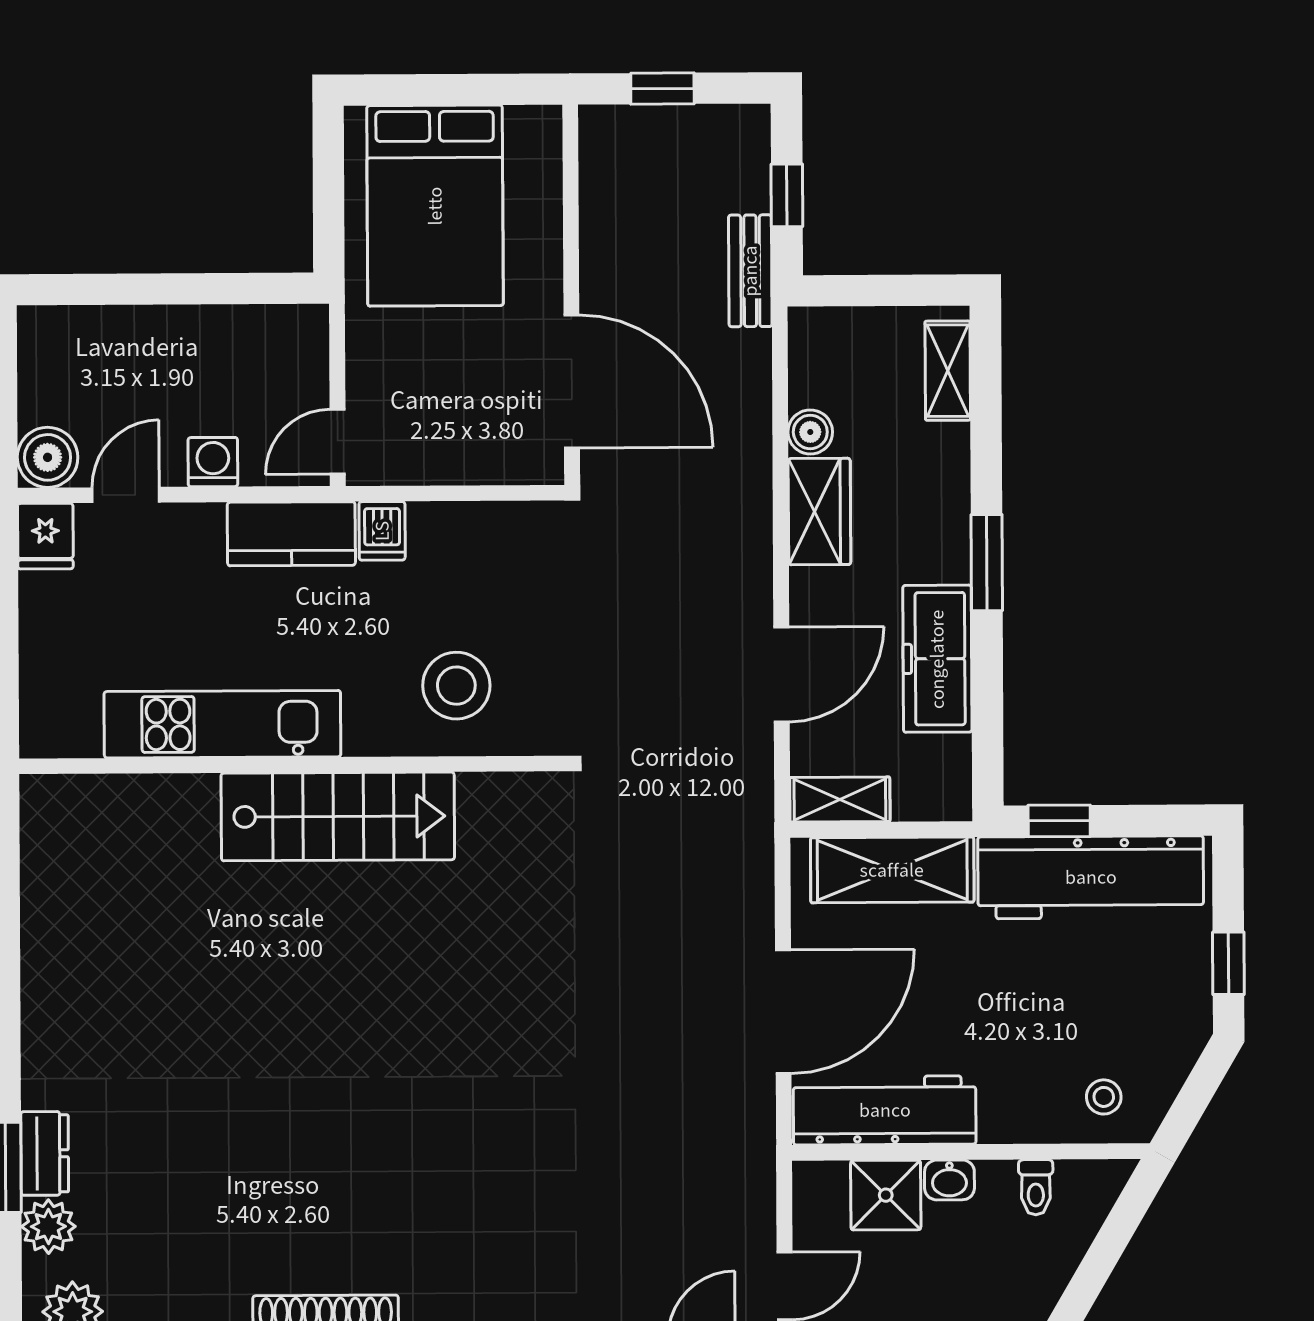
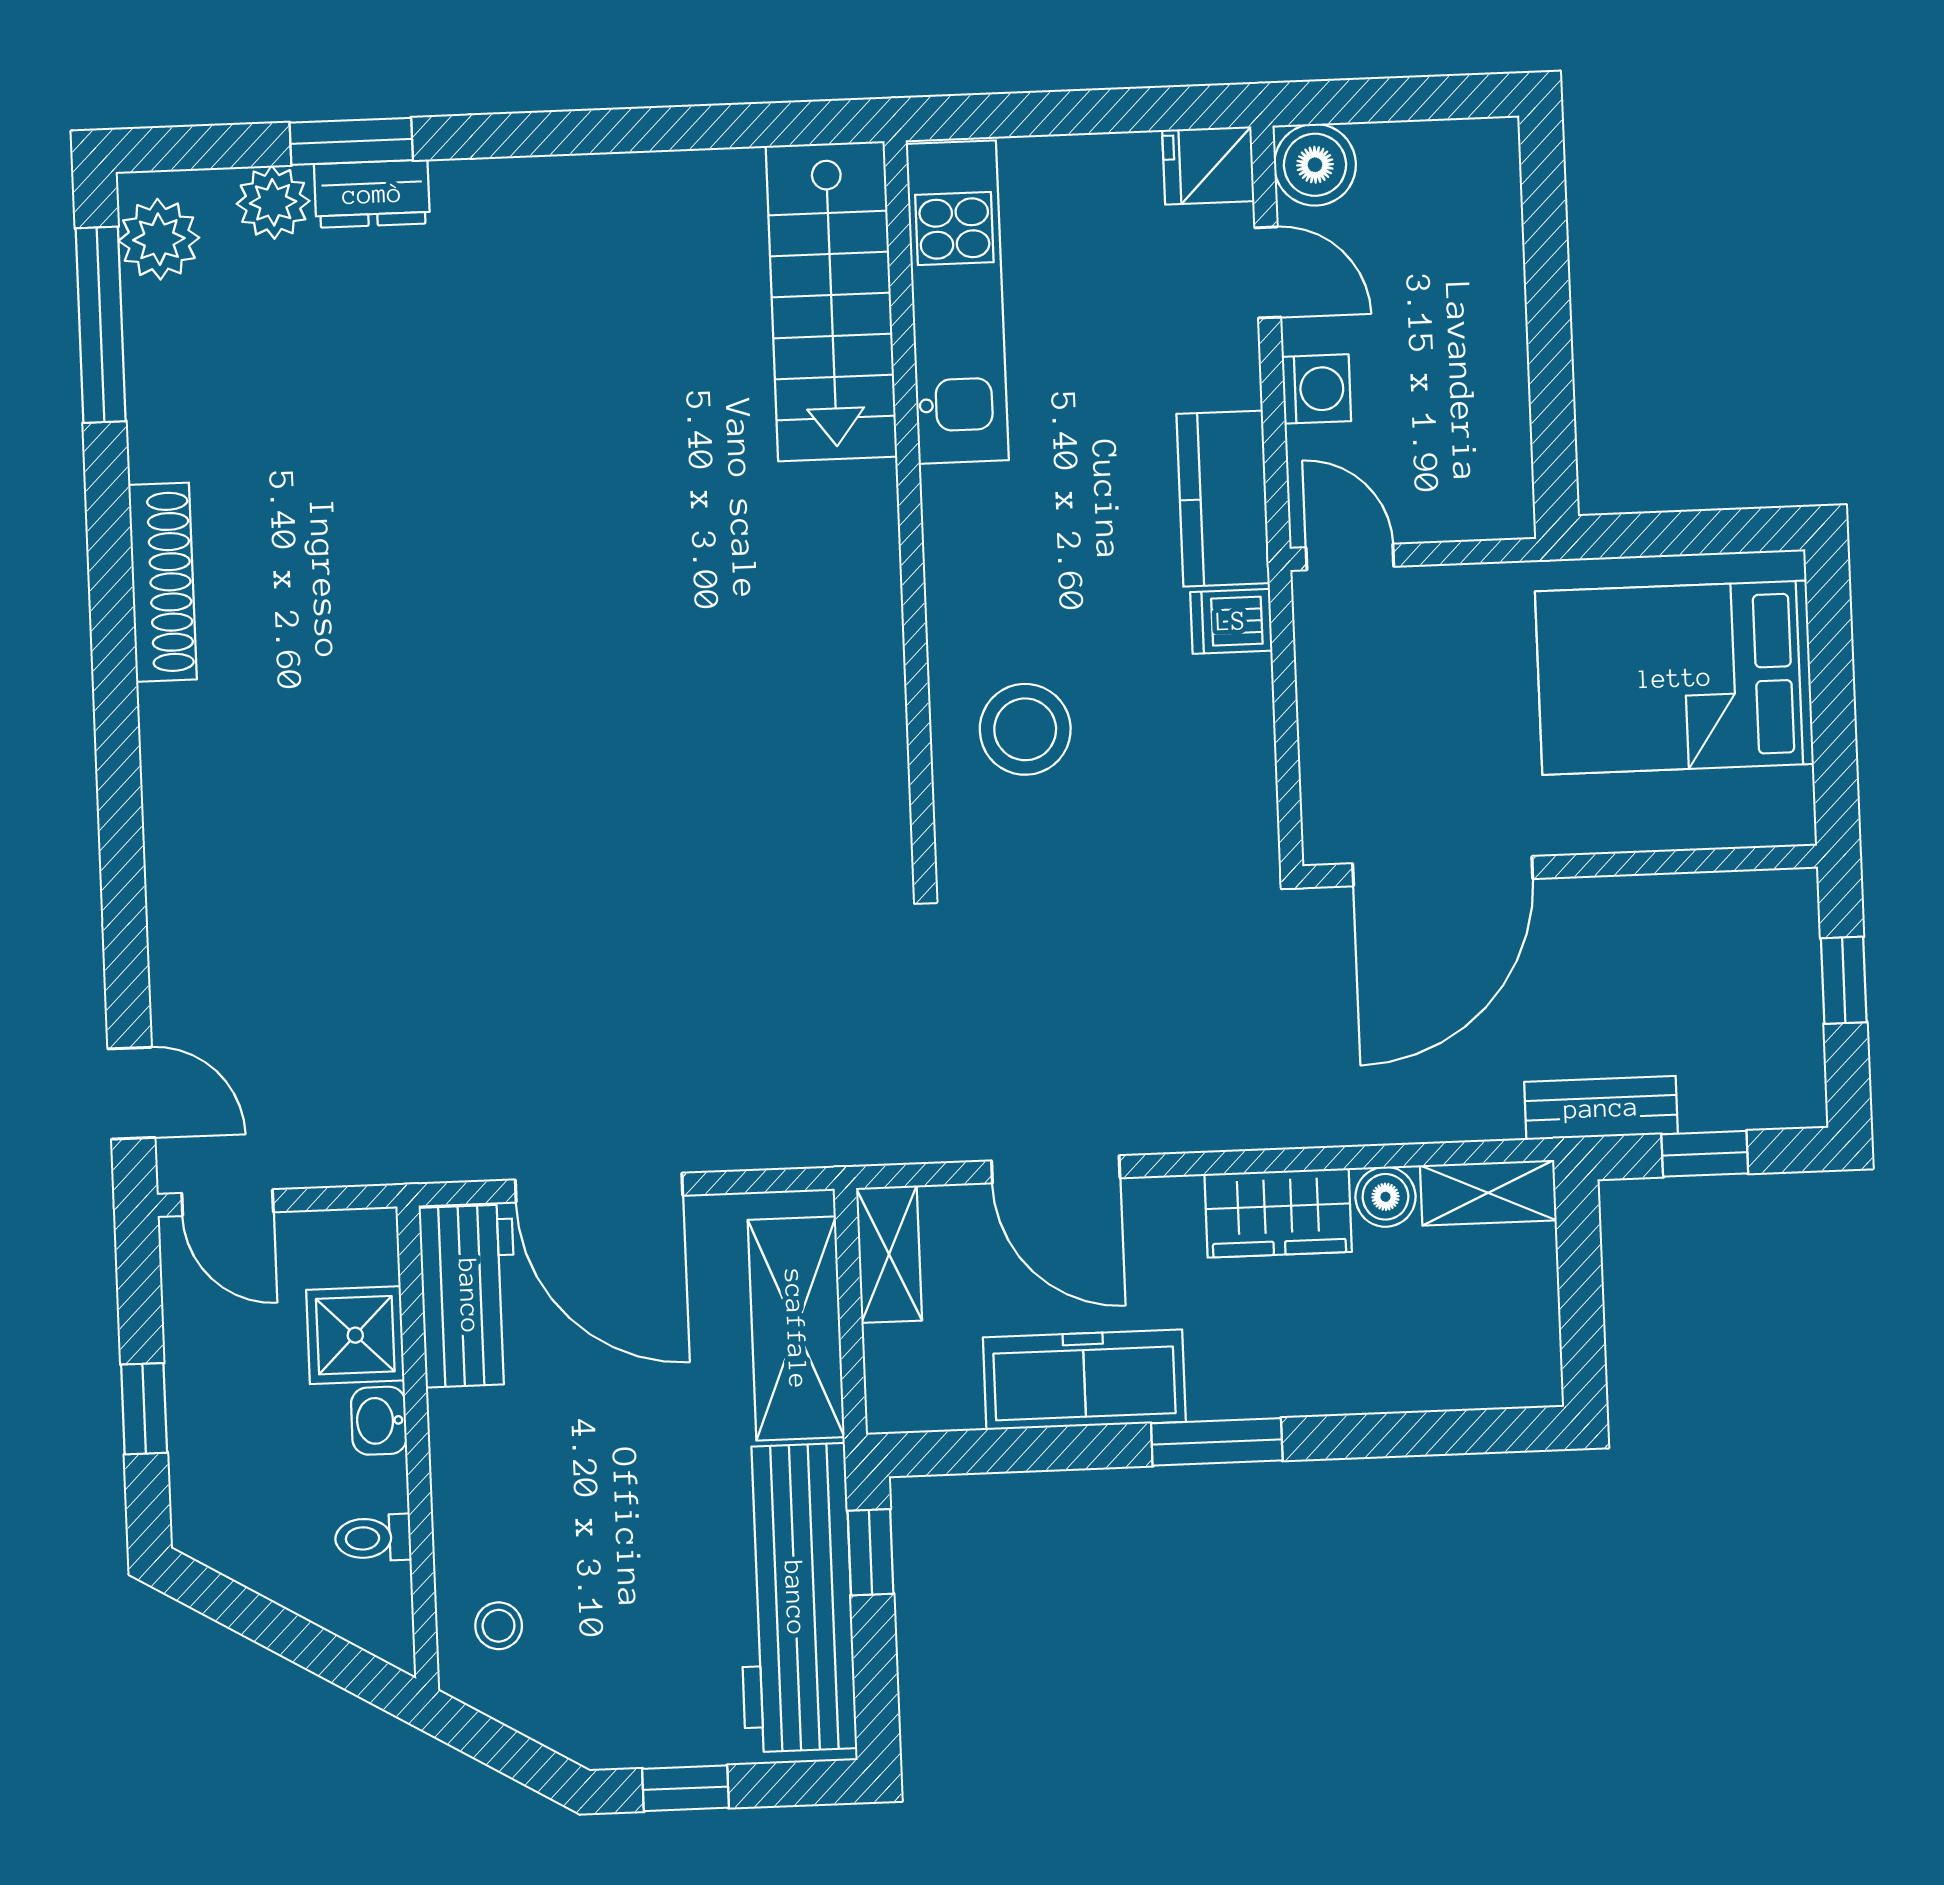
shelving: (948, 371) -> (1488, 1193), moved
kitchen unit: (222, 724) -> (957, 302), moved
stairs: (338, 816) -> (831, 301), moved
workbench: (885, 1110) -> (469, 1296), width x0.73

